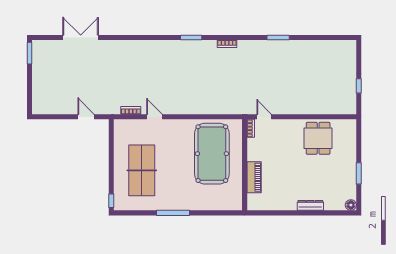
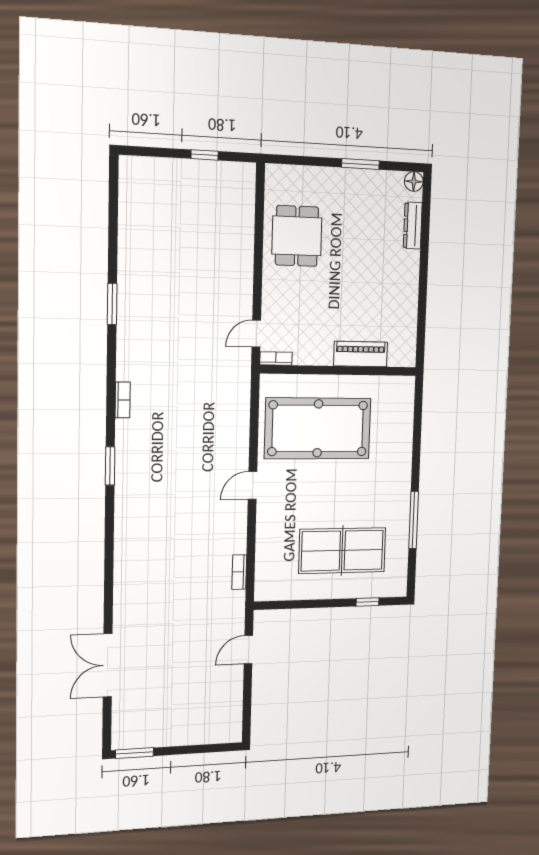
door: (155, 117) -> (253, 485), moved
dining table: (318, 138) -> (297, 236), turned 90
window: (111, 201) -> (368, 602), moved
dresser: (310, 205) -> (413, 226), moved
window: (173, 213) -> (414, 520), moved

